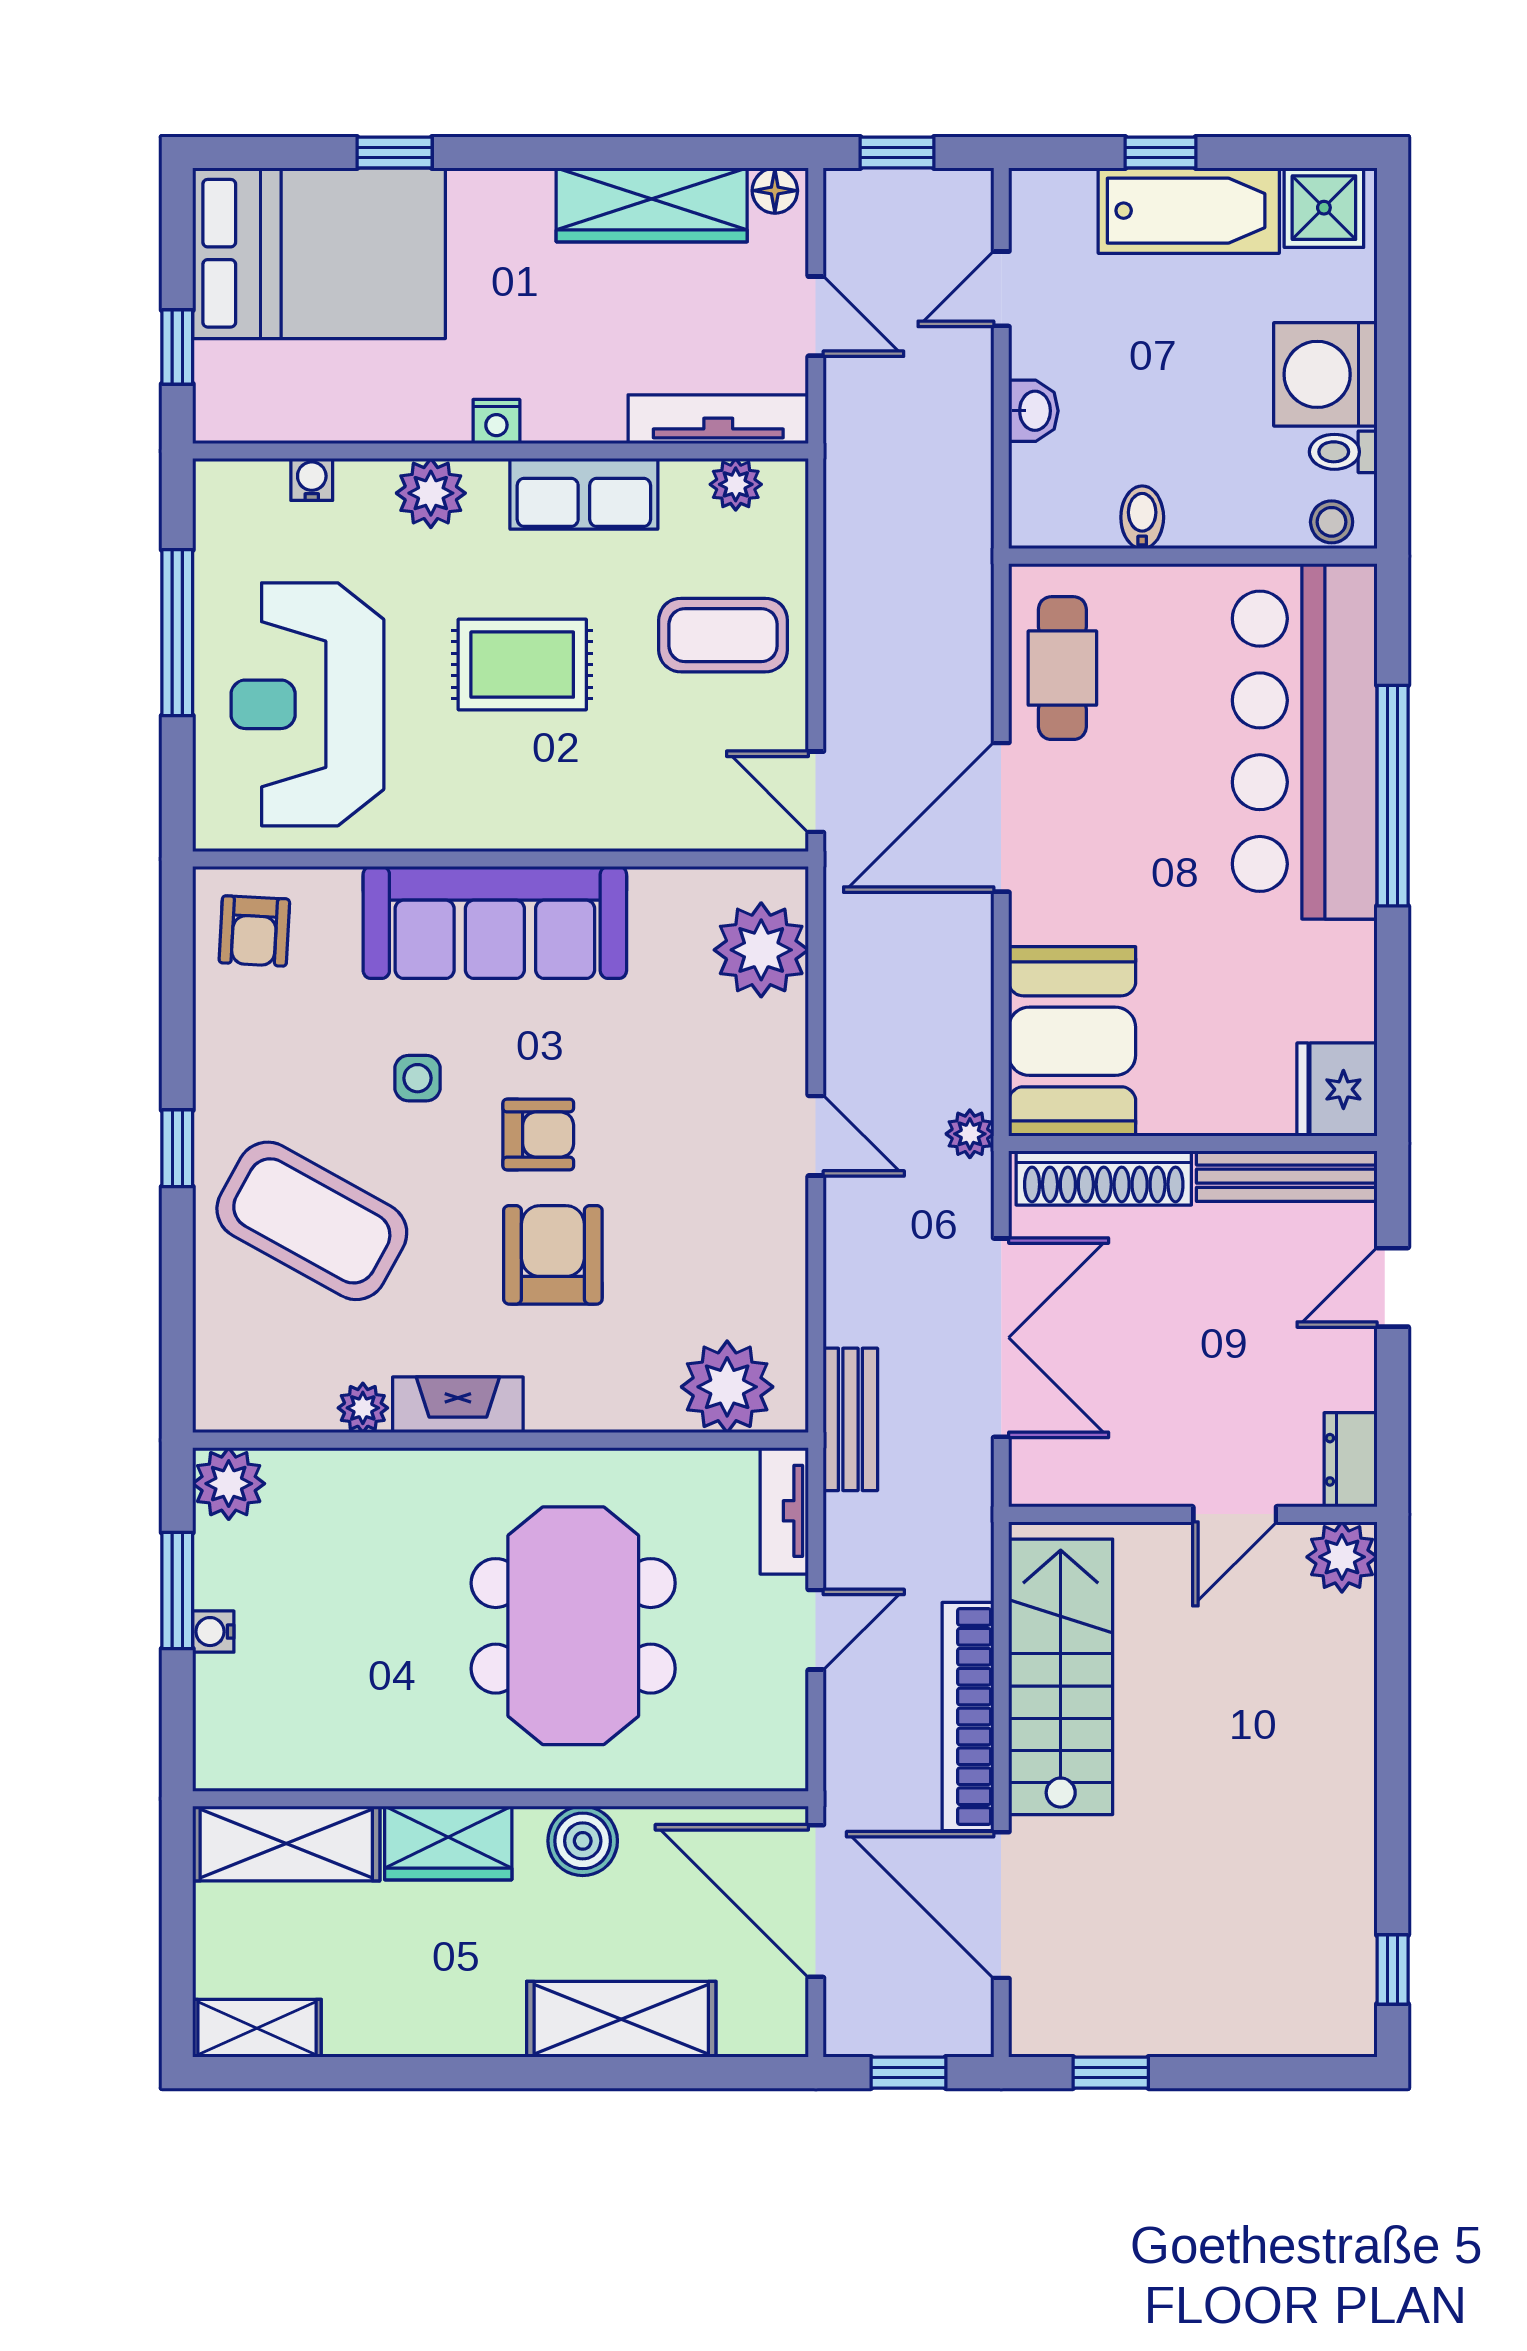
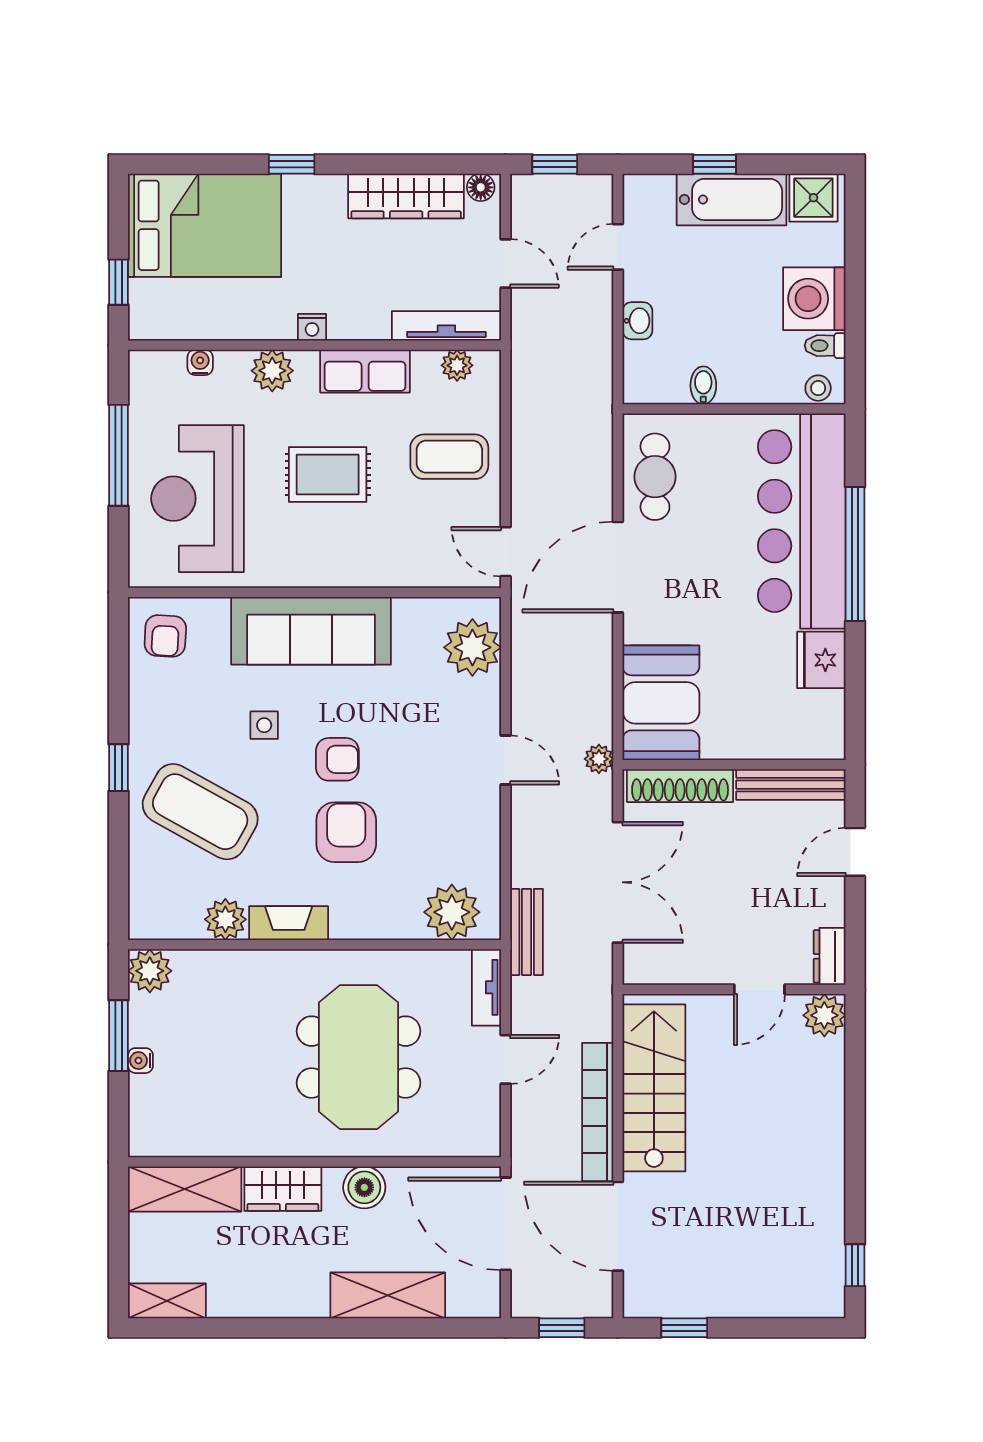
window: (395, 152) -> (292, 164), moved
fridge: (1337, 1089) -> (821, 660), moved
plant: (363, 1408) -> (225, 919), width x1.38, depth x1.38

